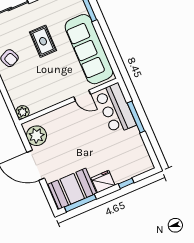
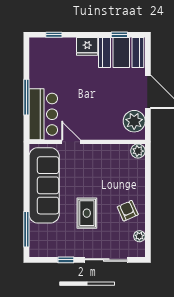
window: (126, 183) -> (54, 35), moved
window: (80, 203) -> (119, 35), width x0.46

